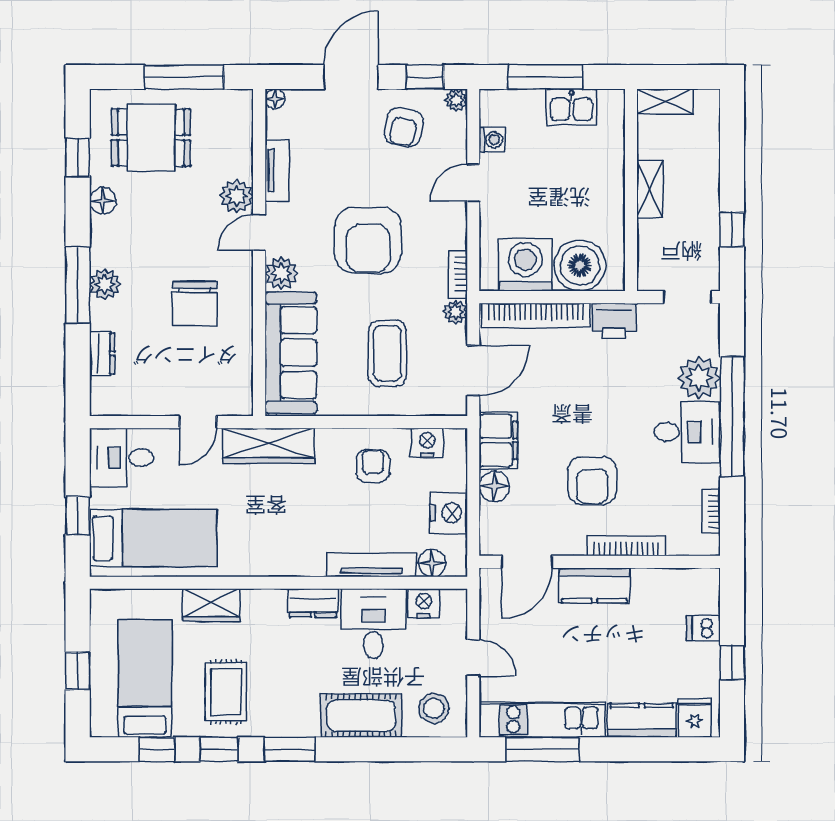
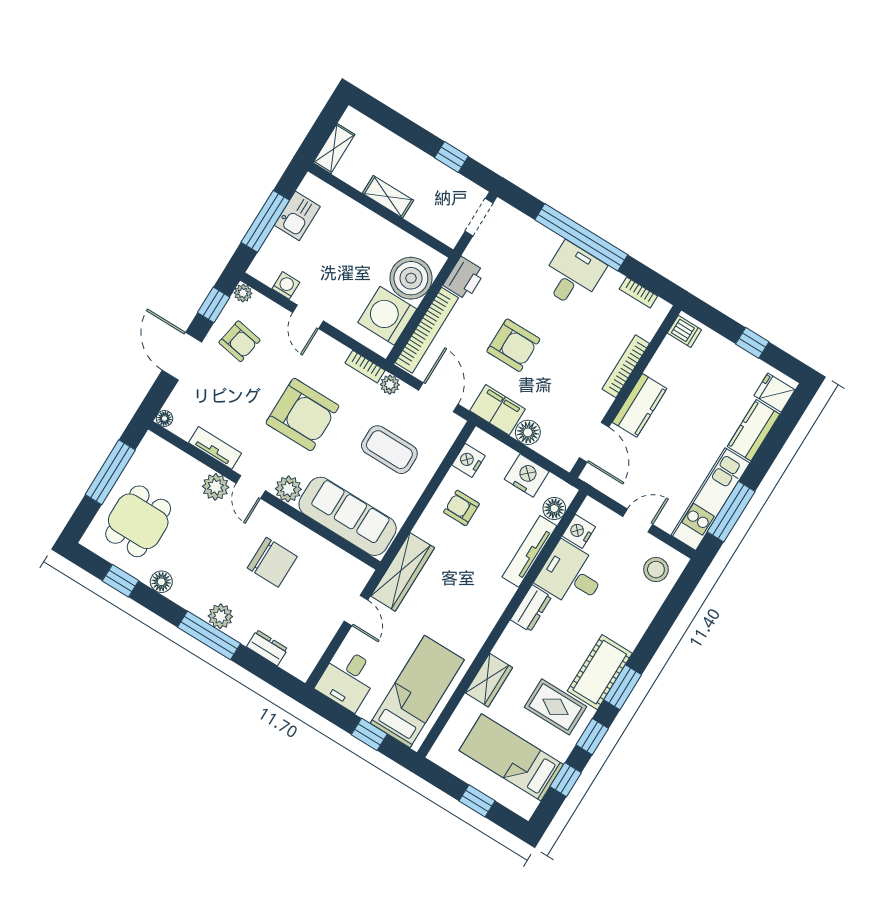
plant: (699, 378) -> (540, 243), removed
armchair: (592, 481) -> (513, 345), moved
dishwasher: (703, 628) -> (684, 331), moved, turned -90
cot: (361, 716) -> (600, 672), moved

